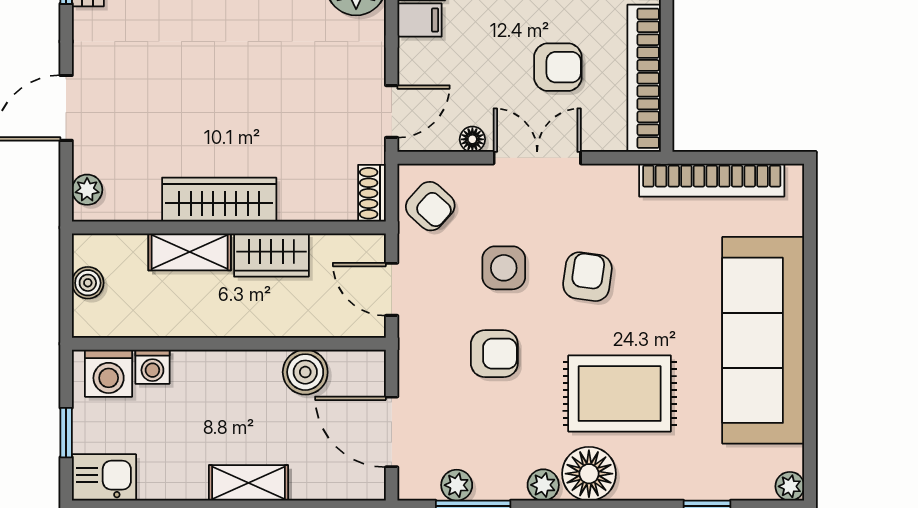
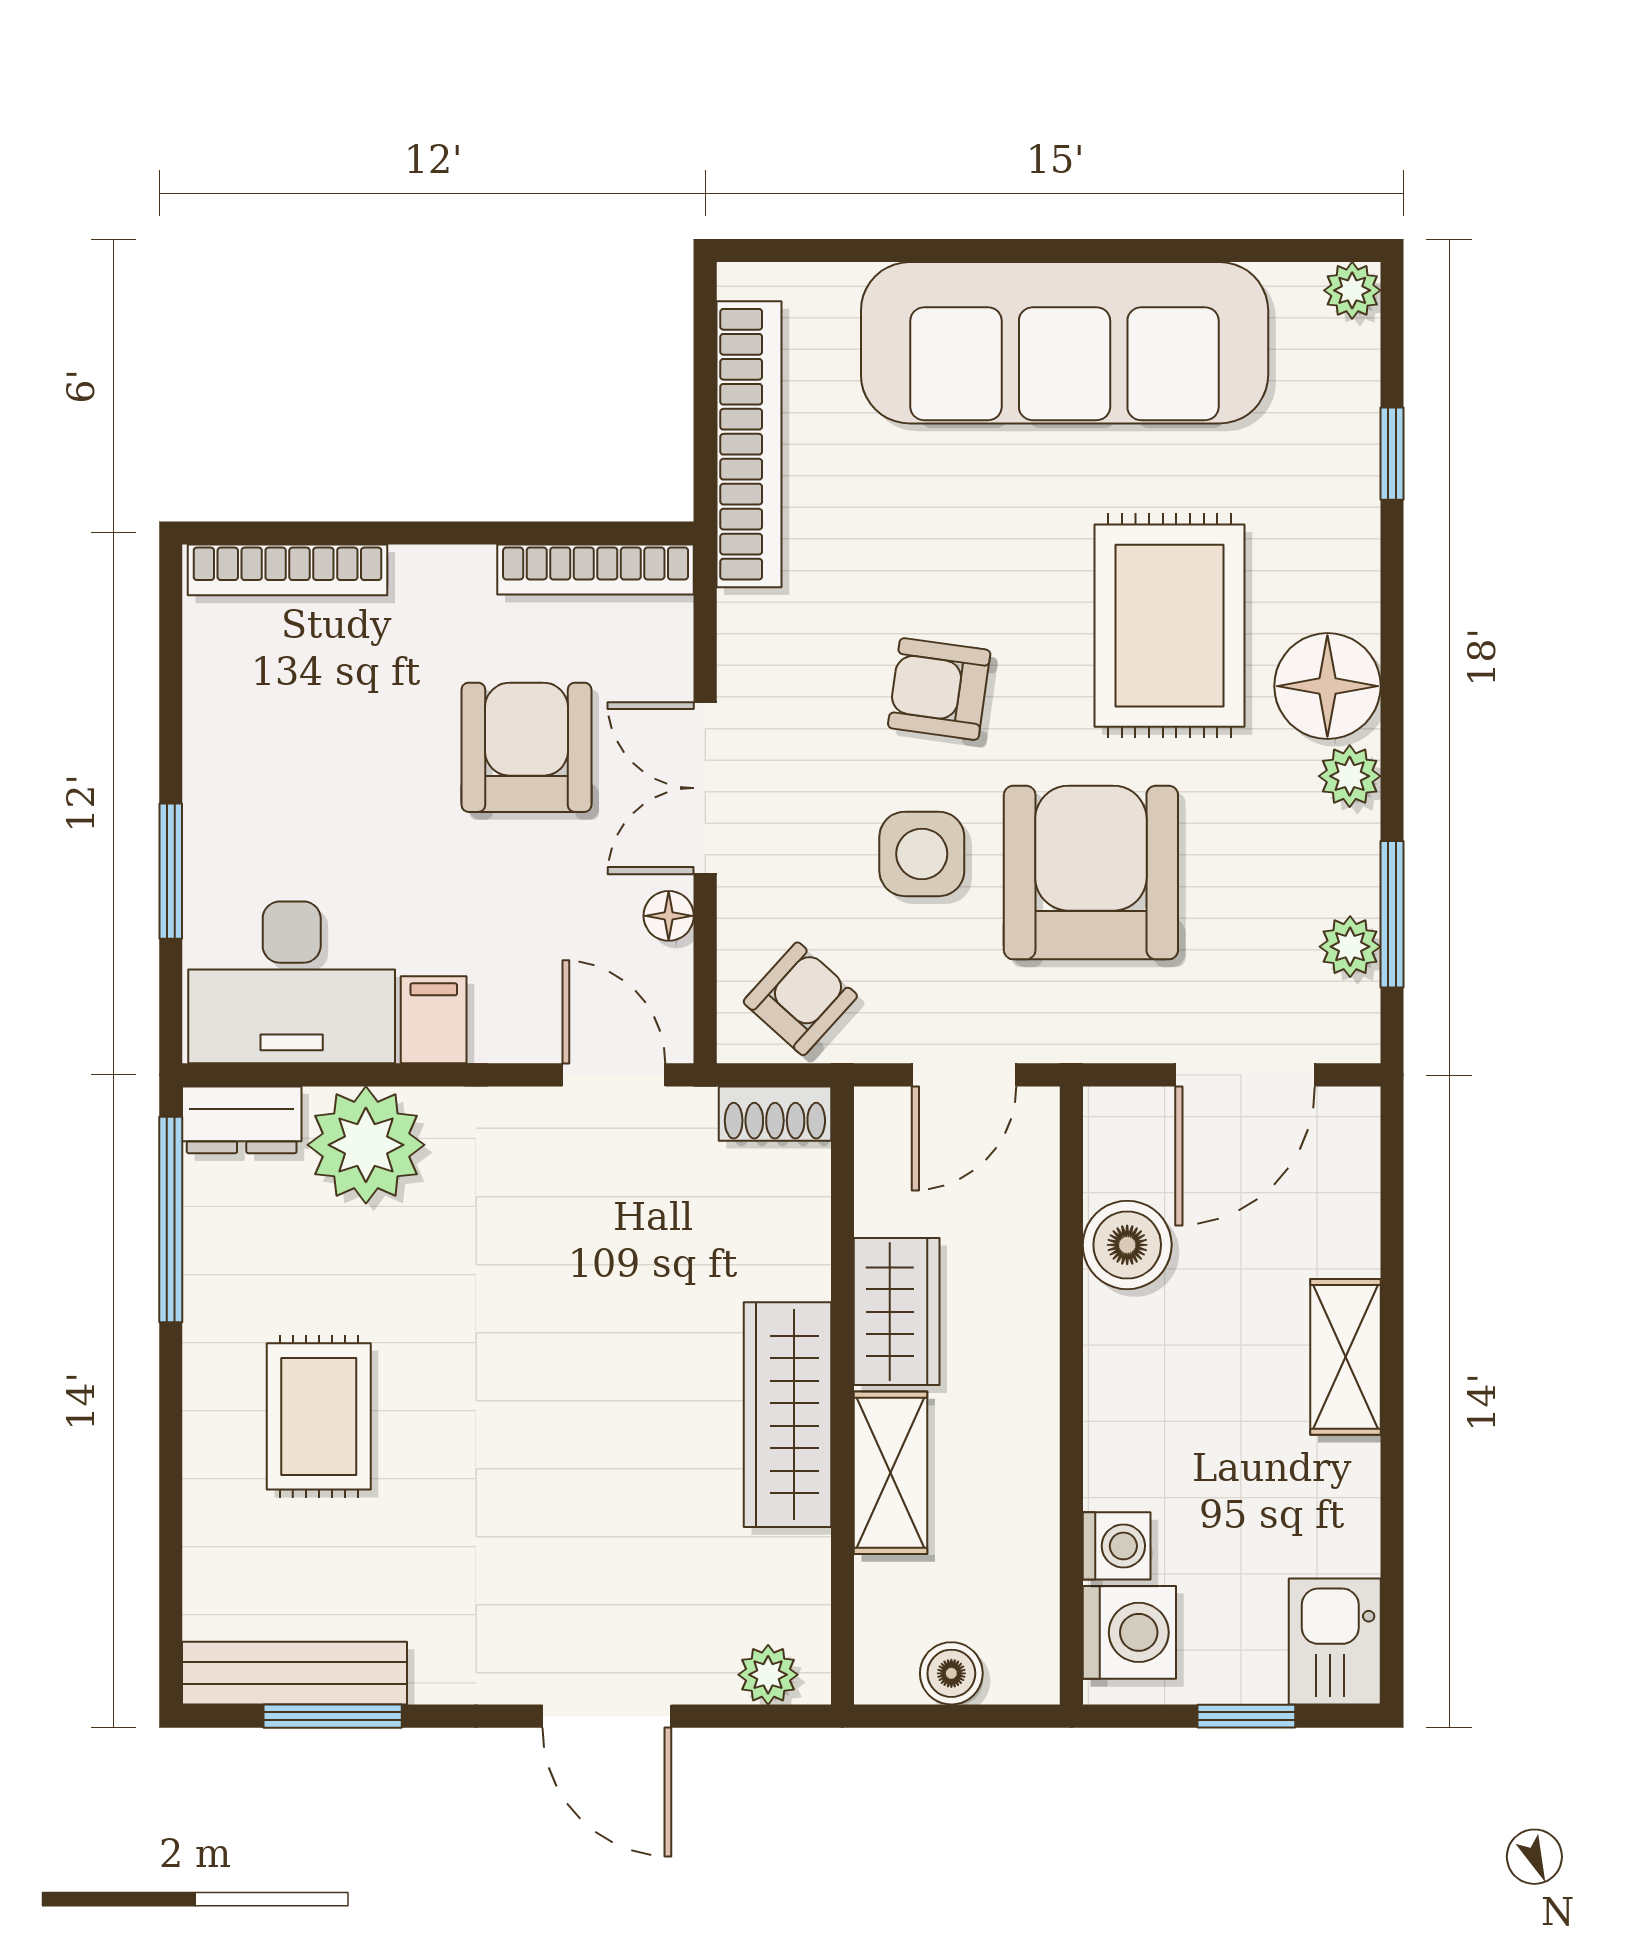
armchair: (558, 67) -> (526, 747), width x1.38, depth x1.38
bookcase: (644, 78) -> (596, 570), width x0.68, depth x0.76
armchair: (494, 354) -> (1091, 873), width x1.88, depth x1.88

